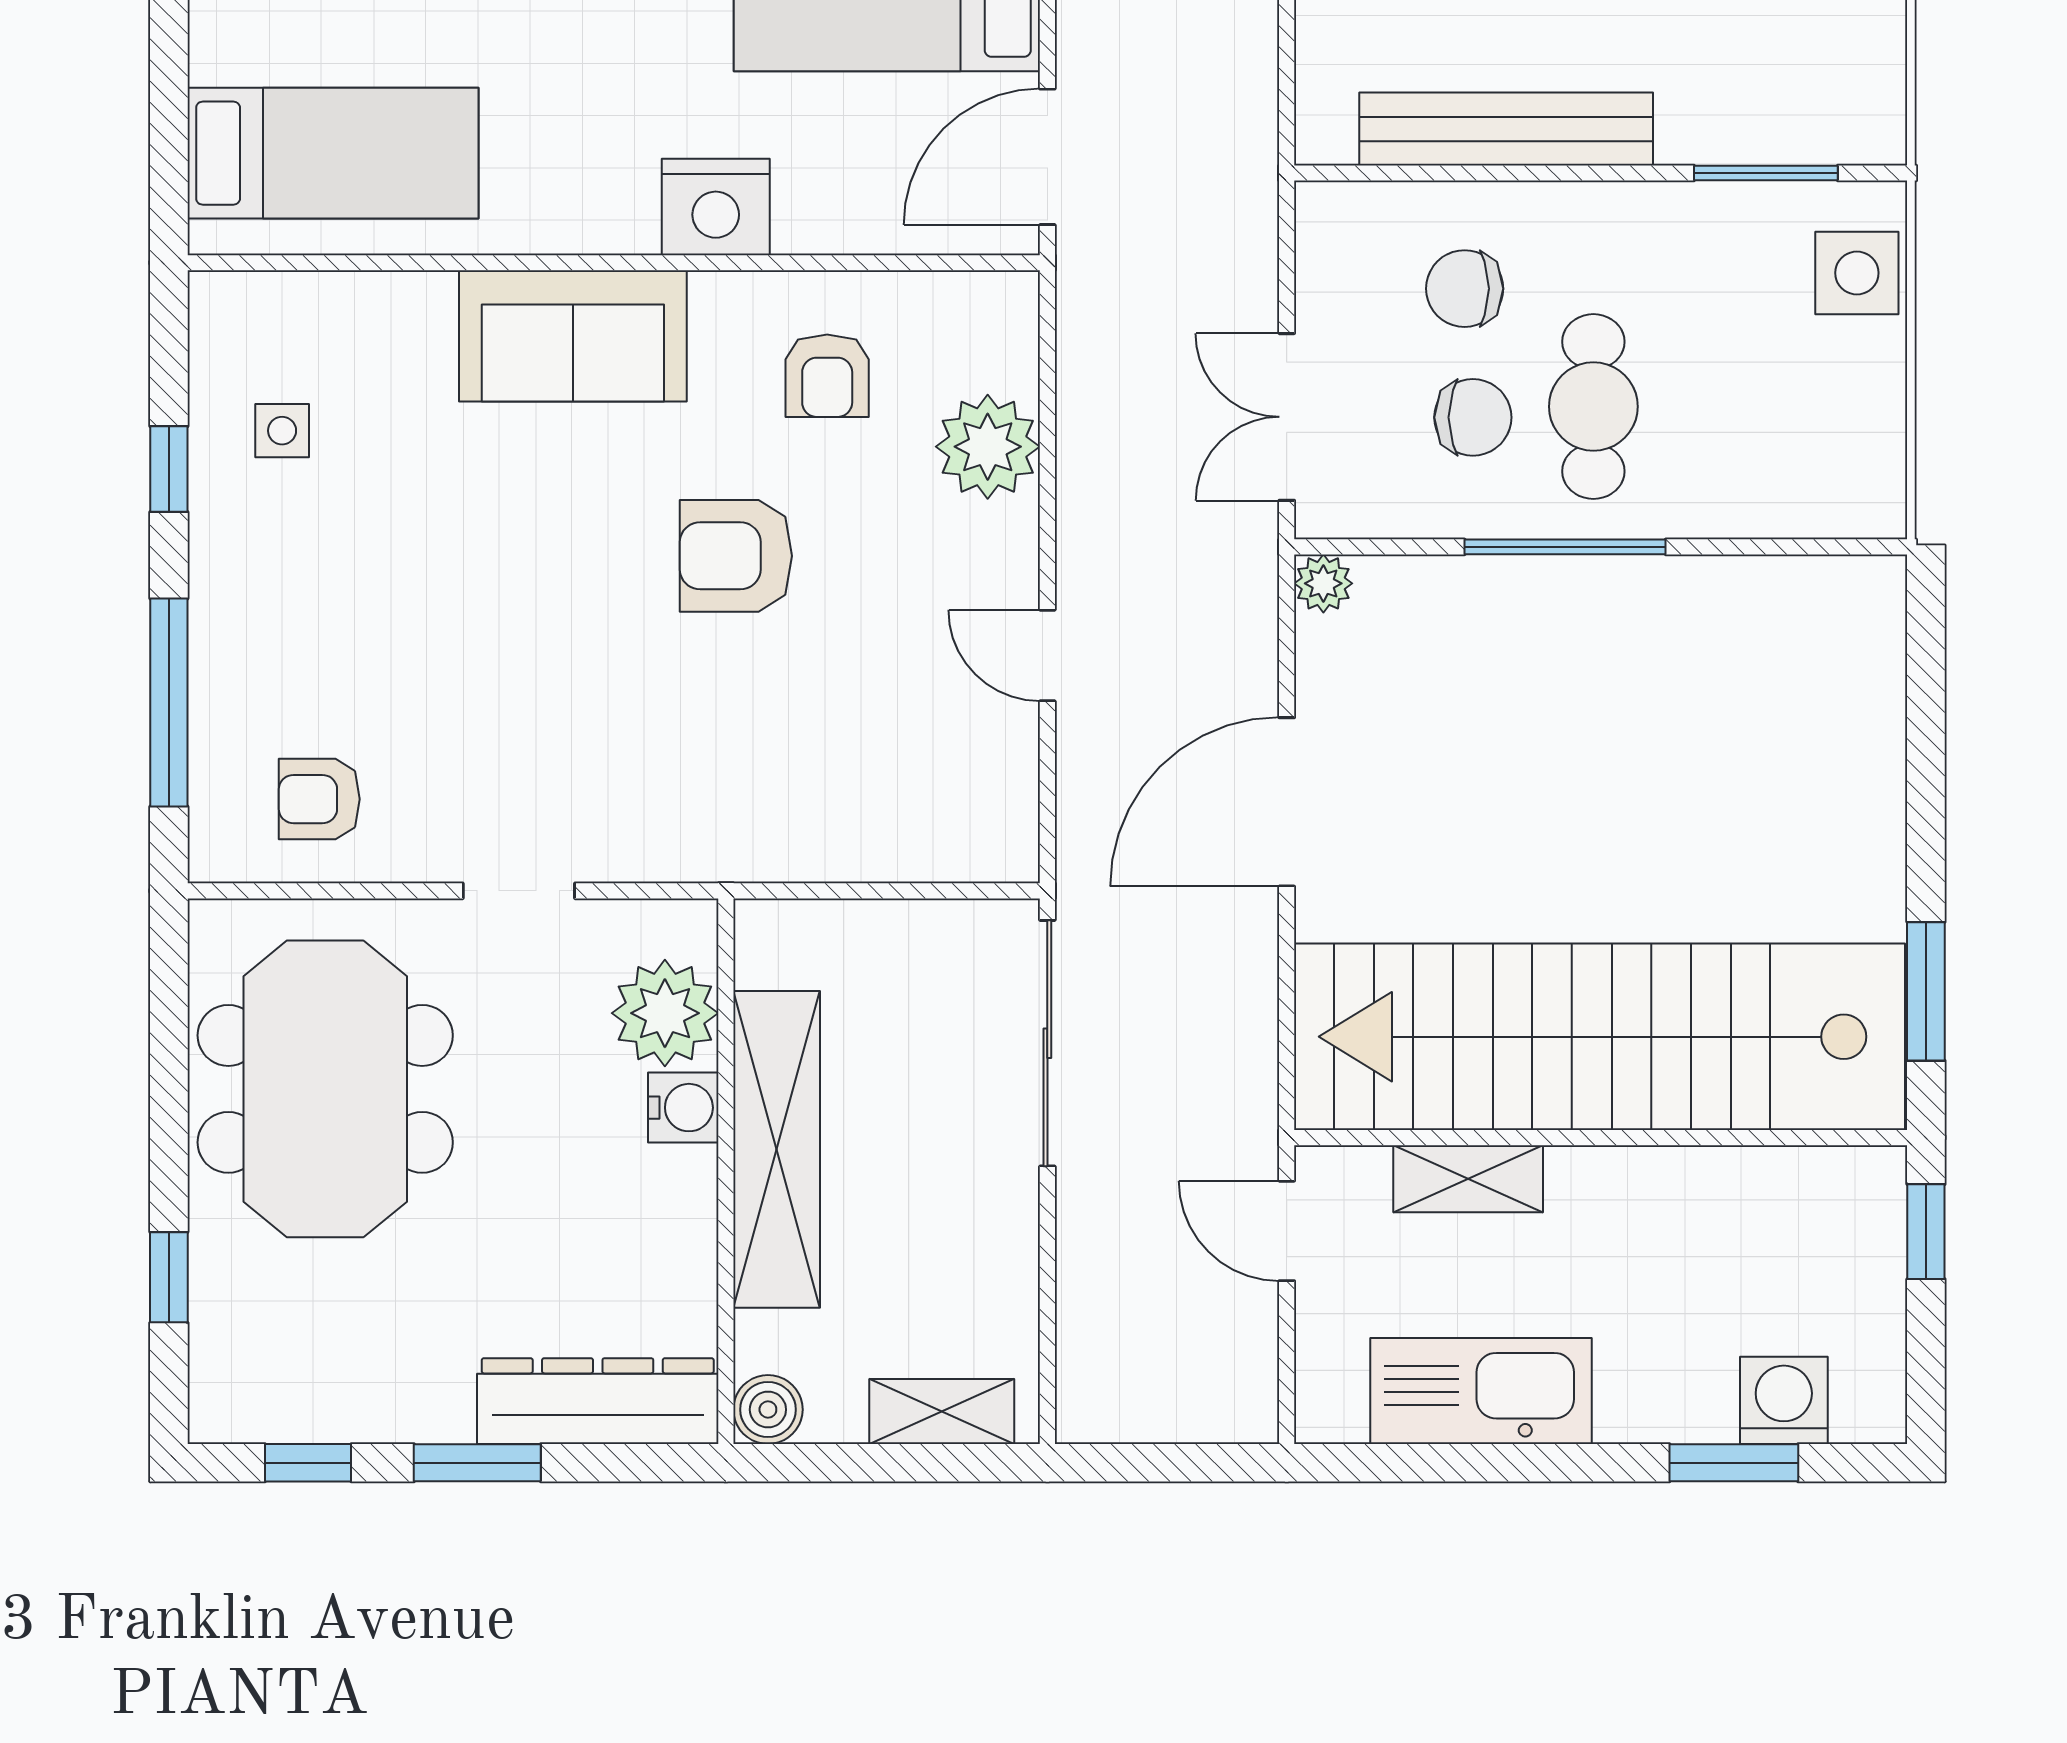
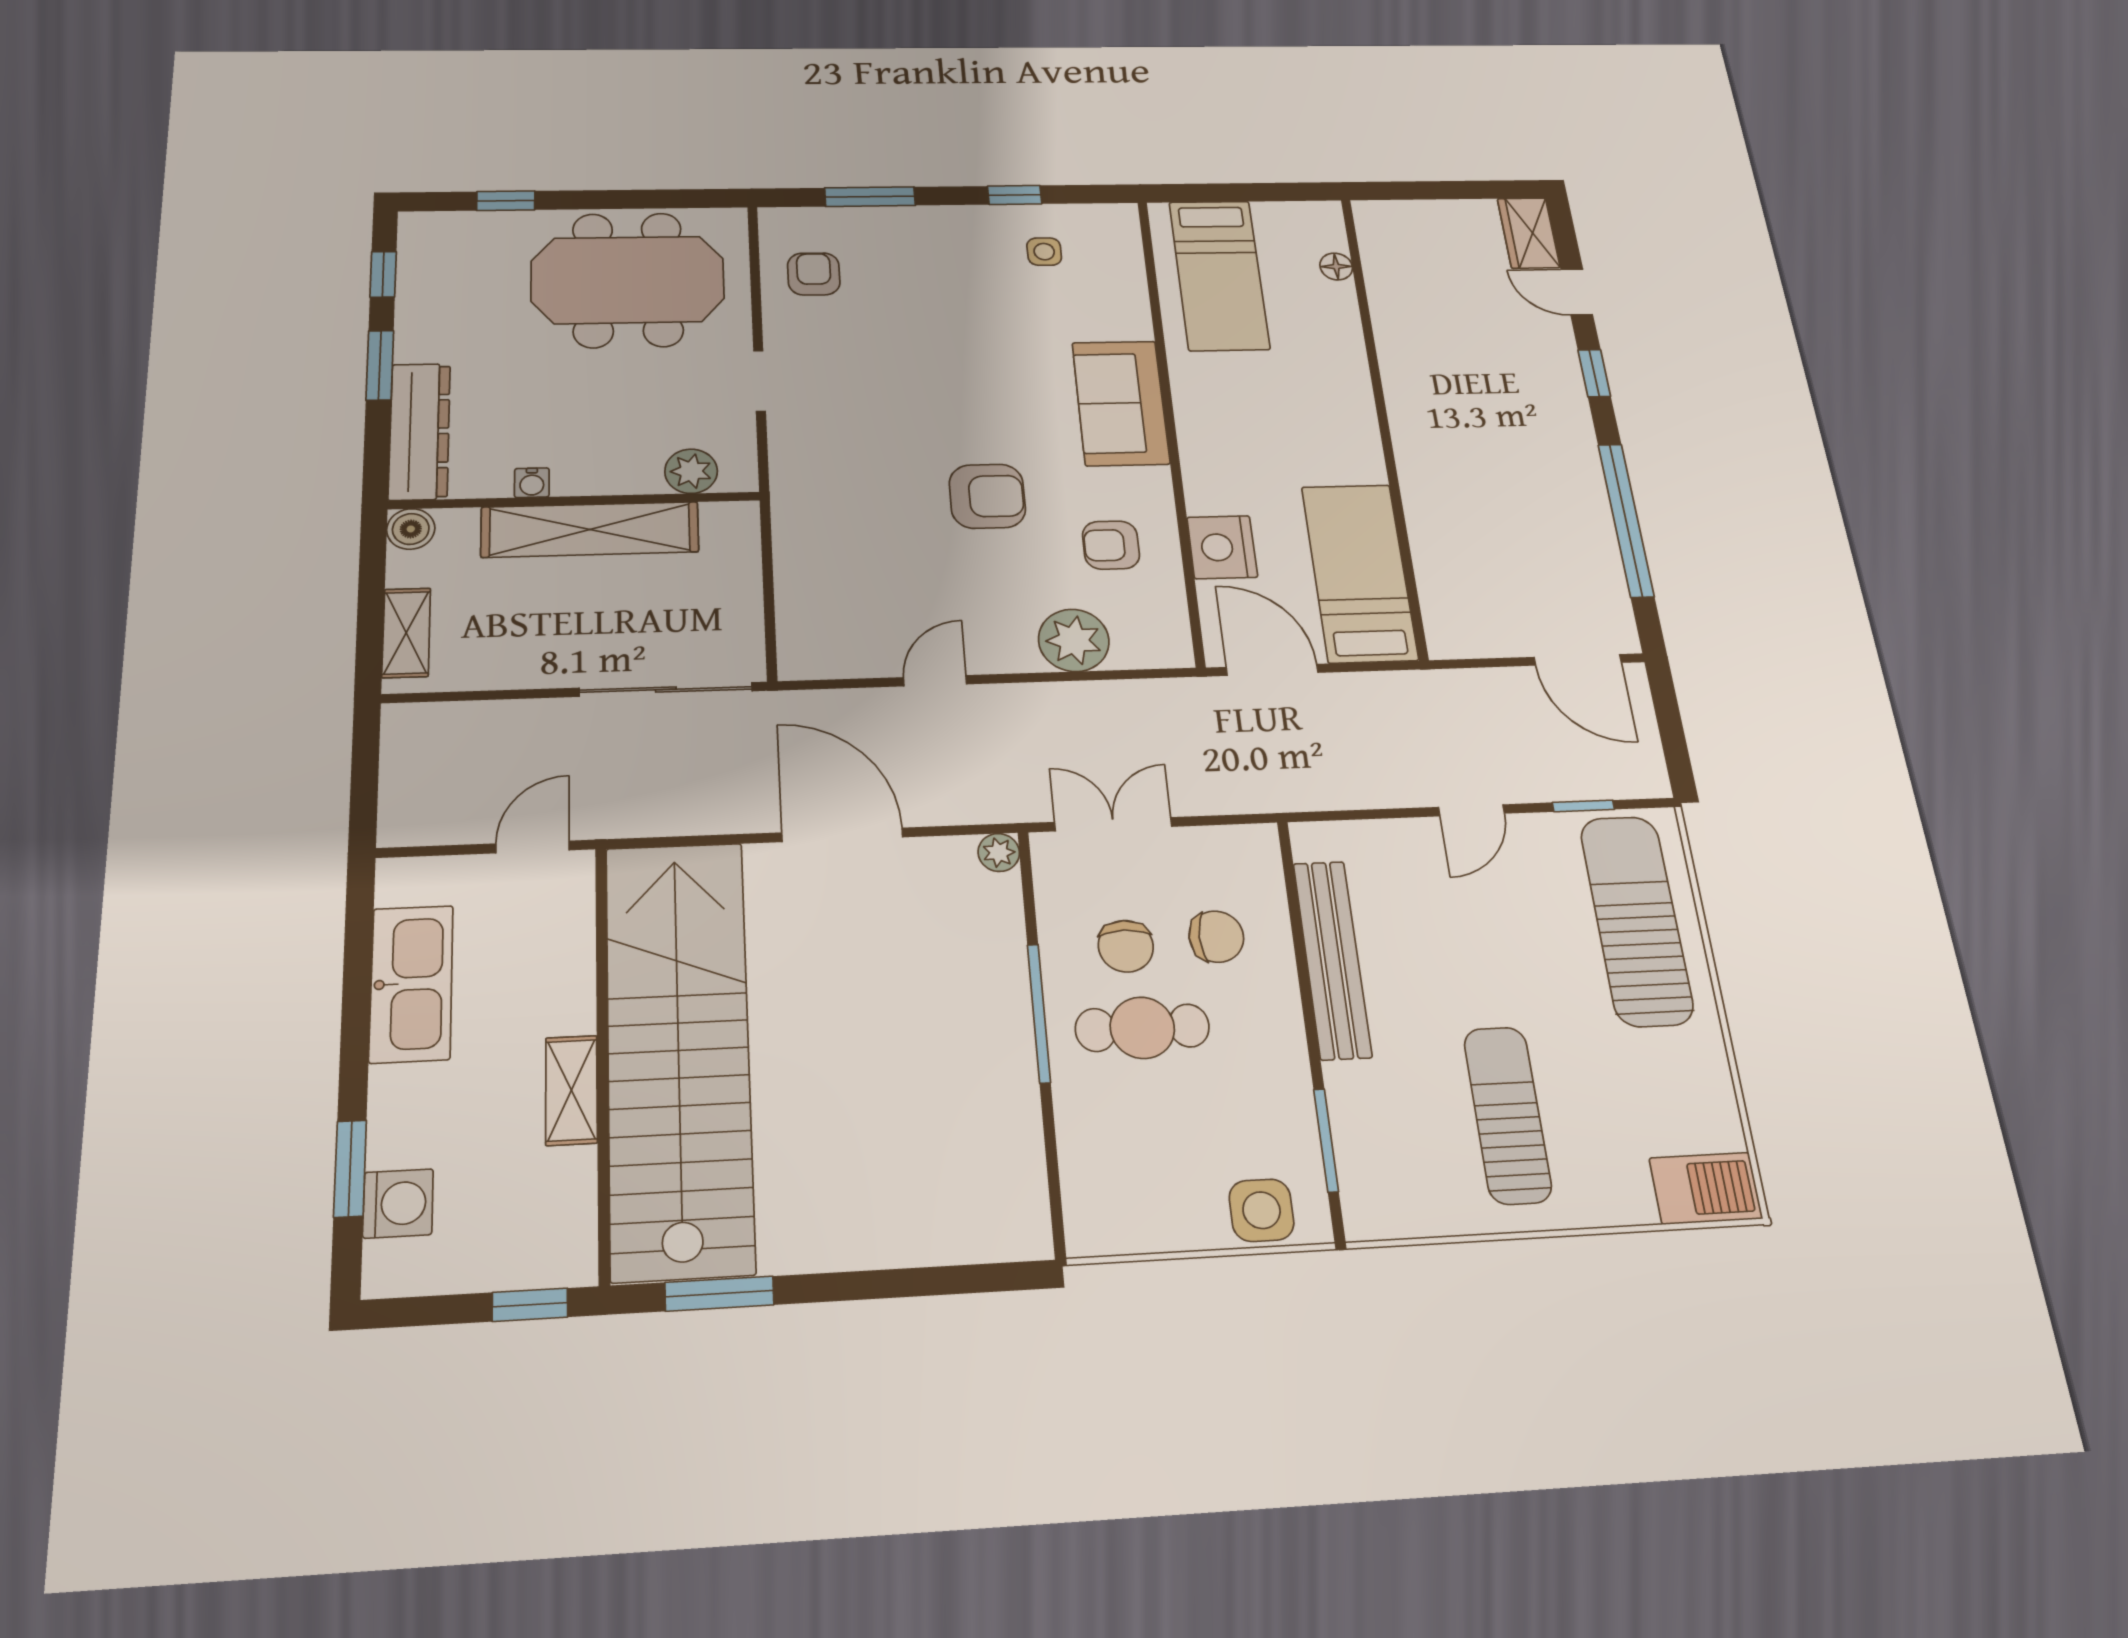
nightstand: (716, 207) -> (1222, 547), moved
chair: (1465, 289) -> (1216, 937), turned 90
armchair: (736, 556) -> (987, 496), turned 90
window: (169, 703) -> (870, 197), width x0.69
plant: (665, 1013) -> (691, 471), width x0.73, depth x0.73
water cooler: (683, 1108) -> (532, 483), moved, width x0.72, depth x0.72
shelving: (1468, 1179) -> (571, 1090), moved

